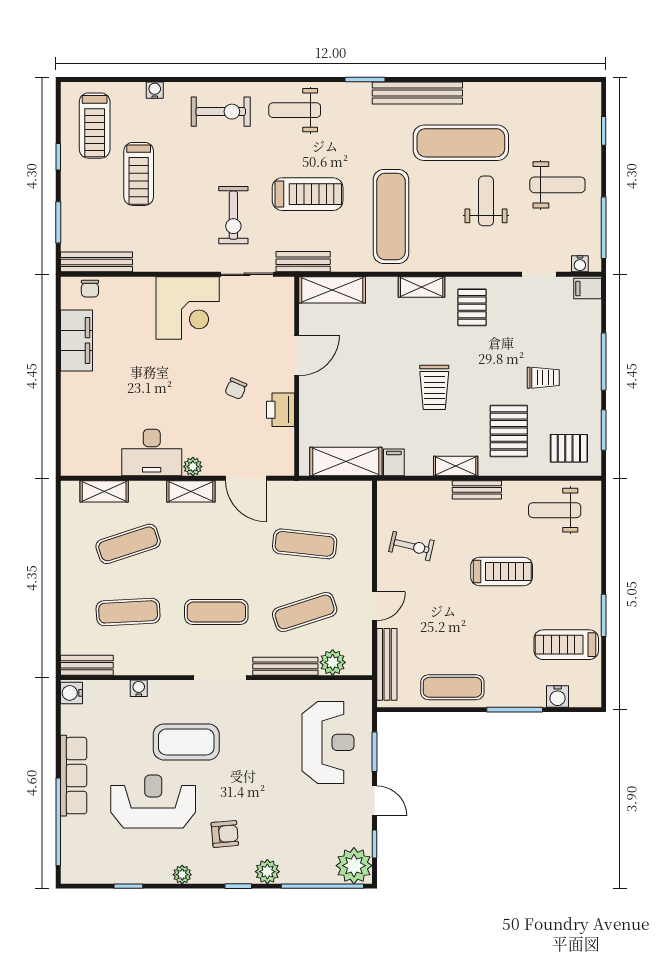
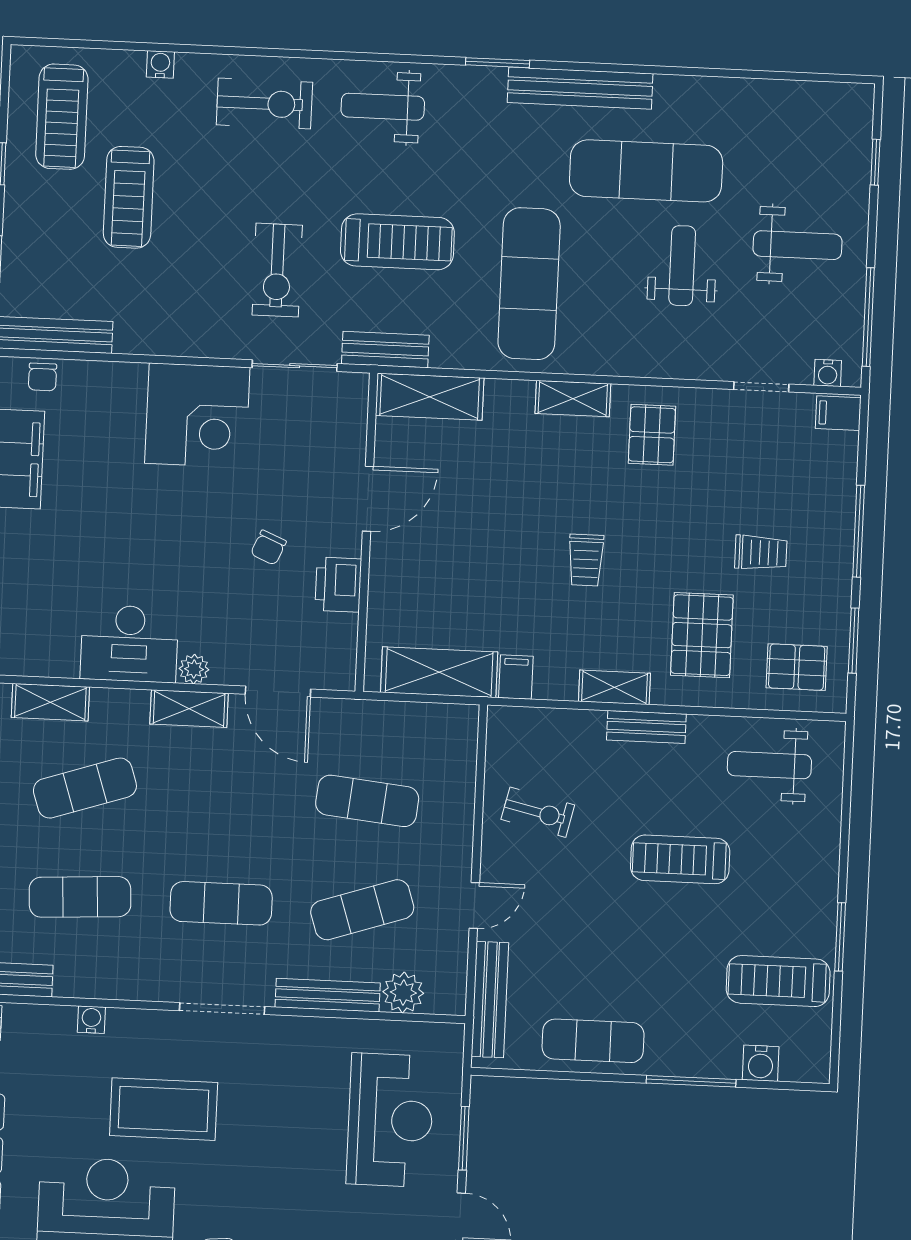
trolley: (434, 387) -> (586, 560), width x0.73, depth x0.72
treadmill: (502, 571) -> (680, 859), turned 180

